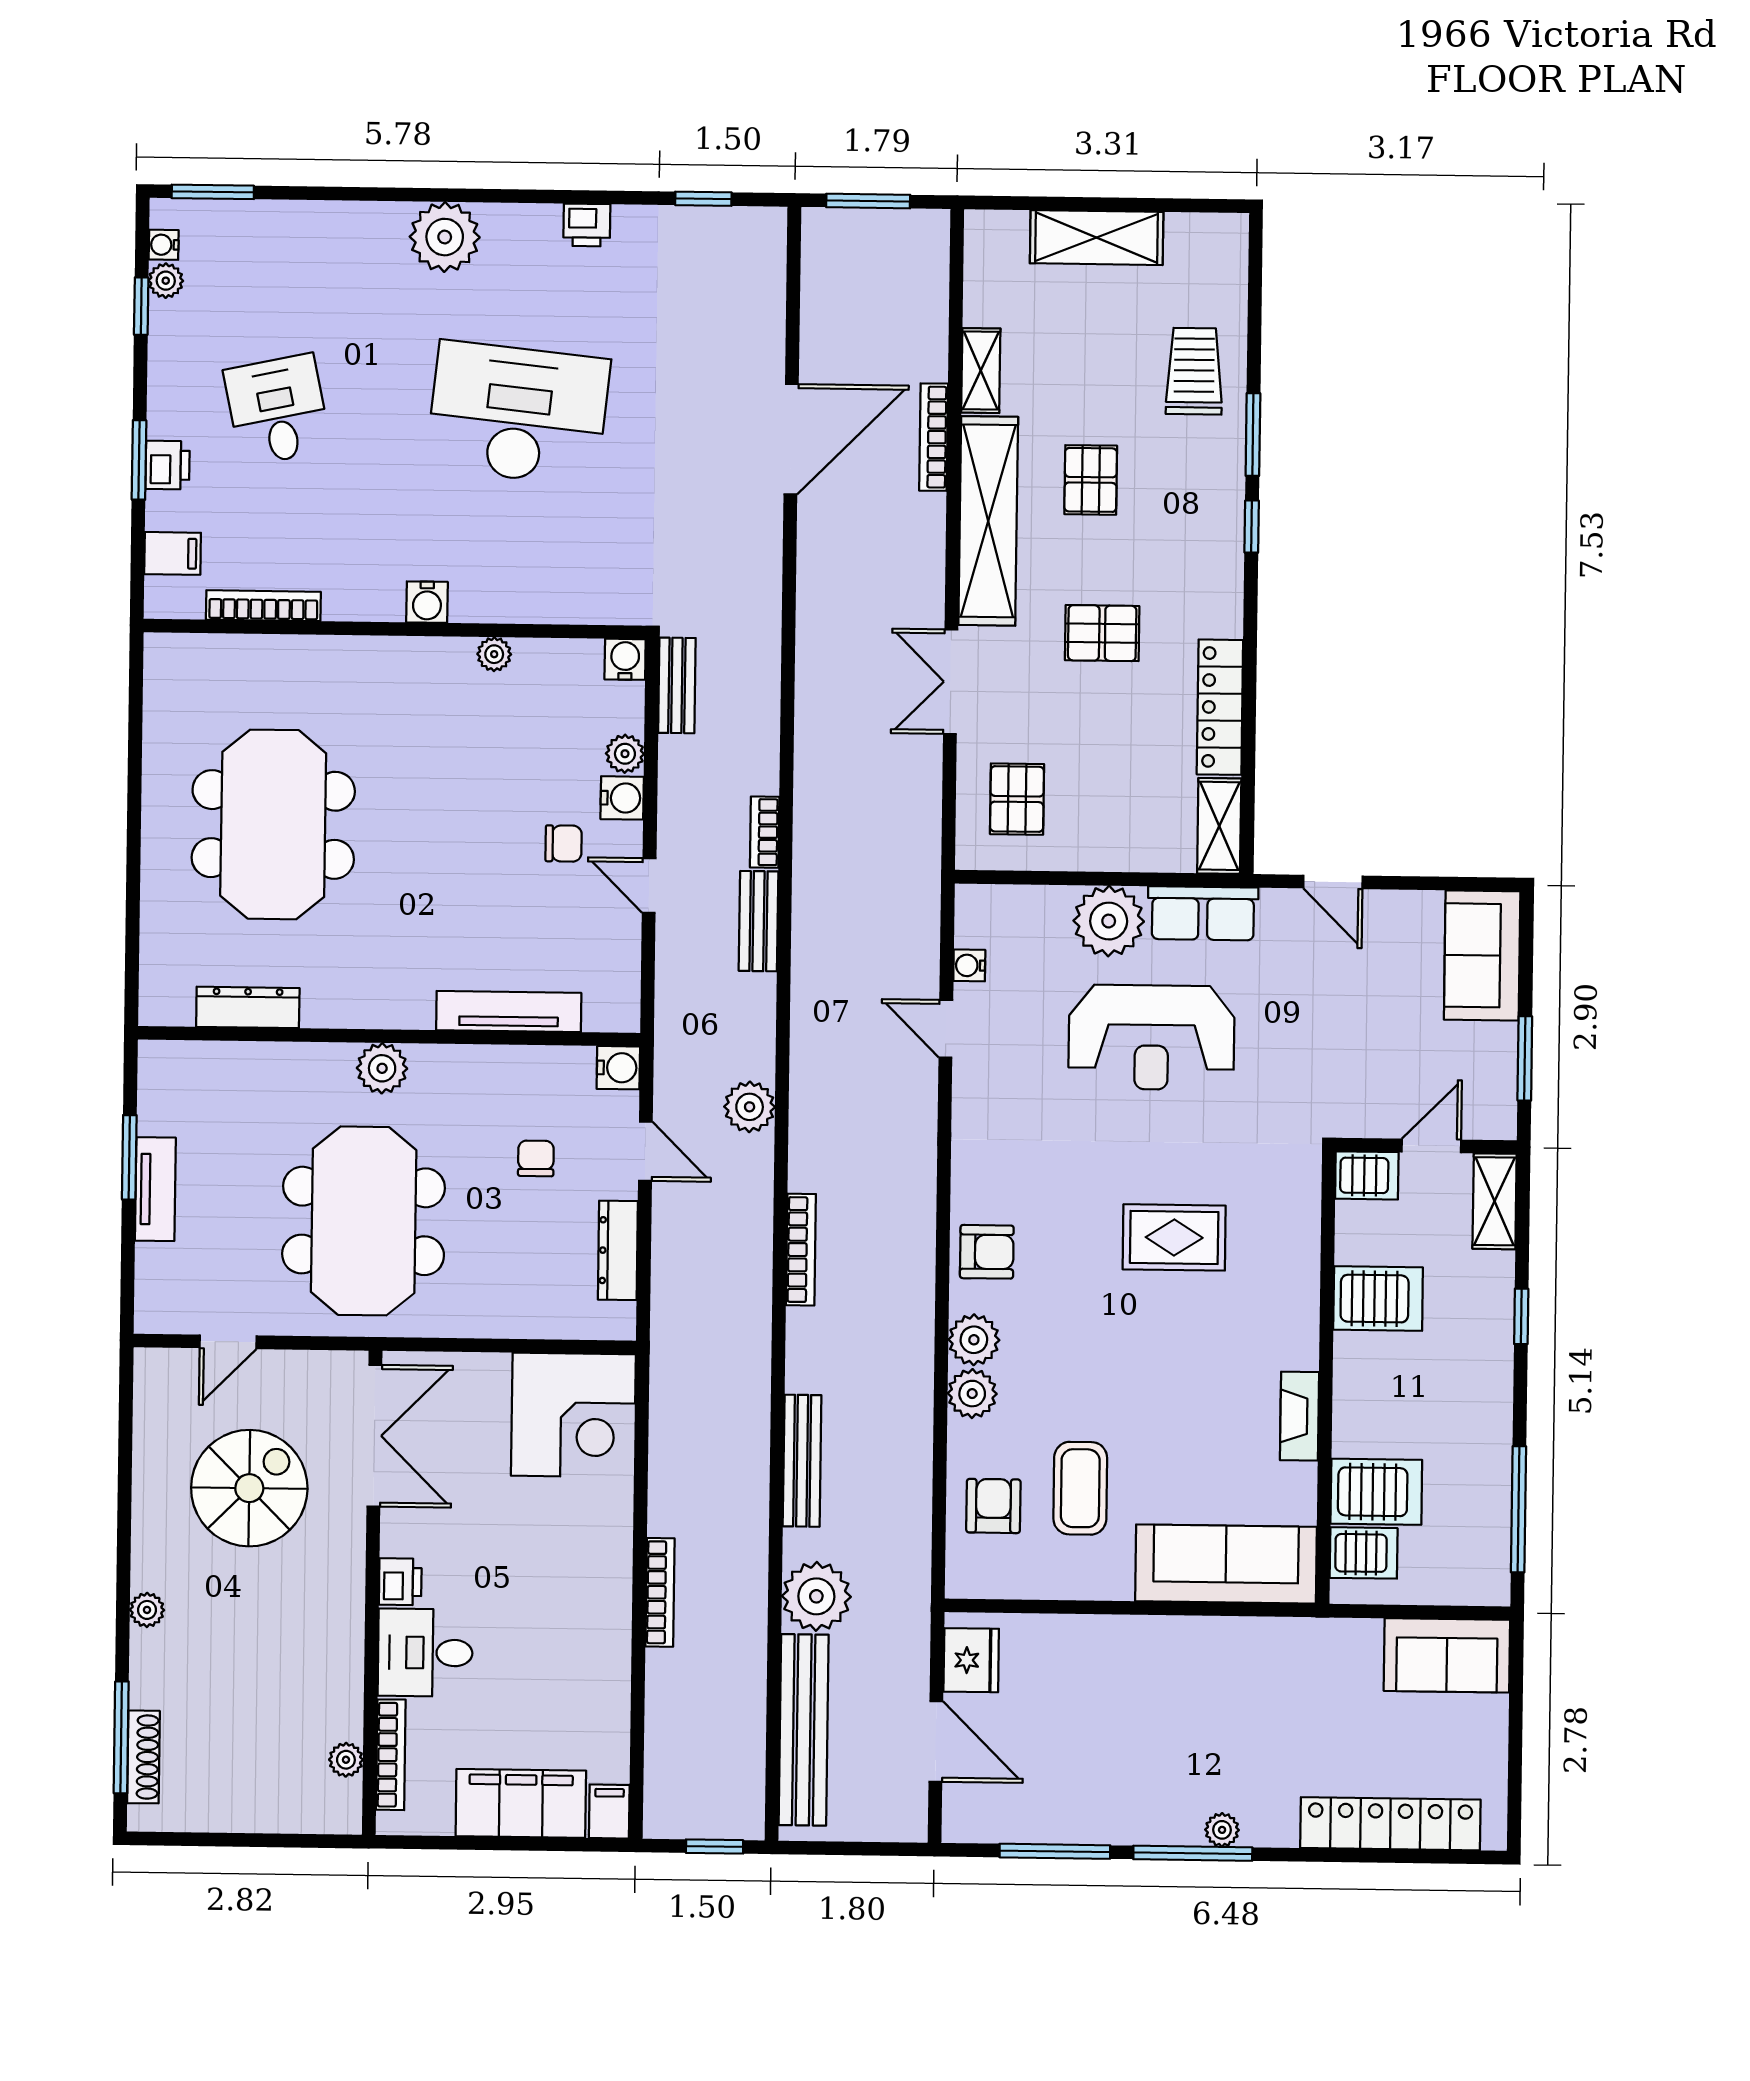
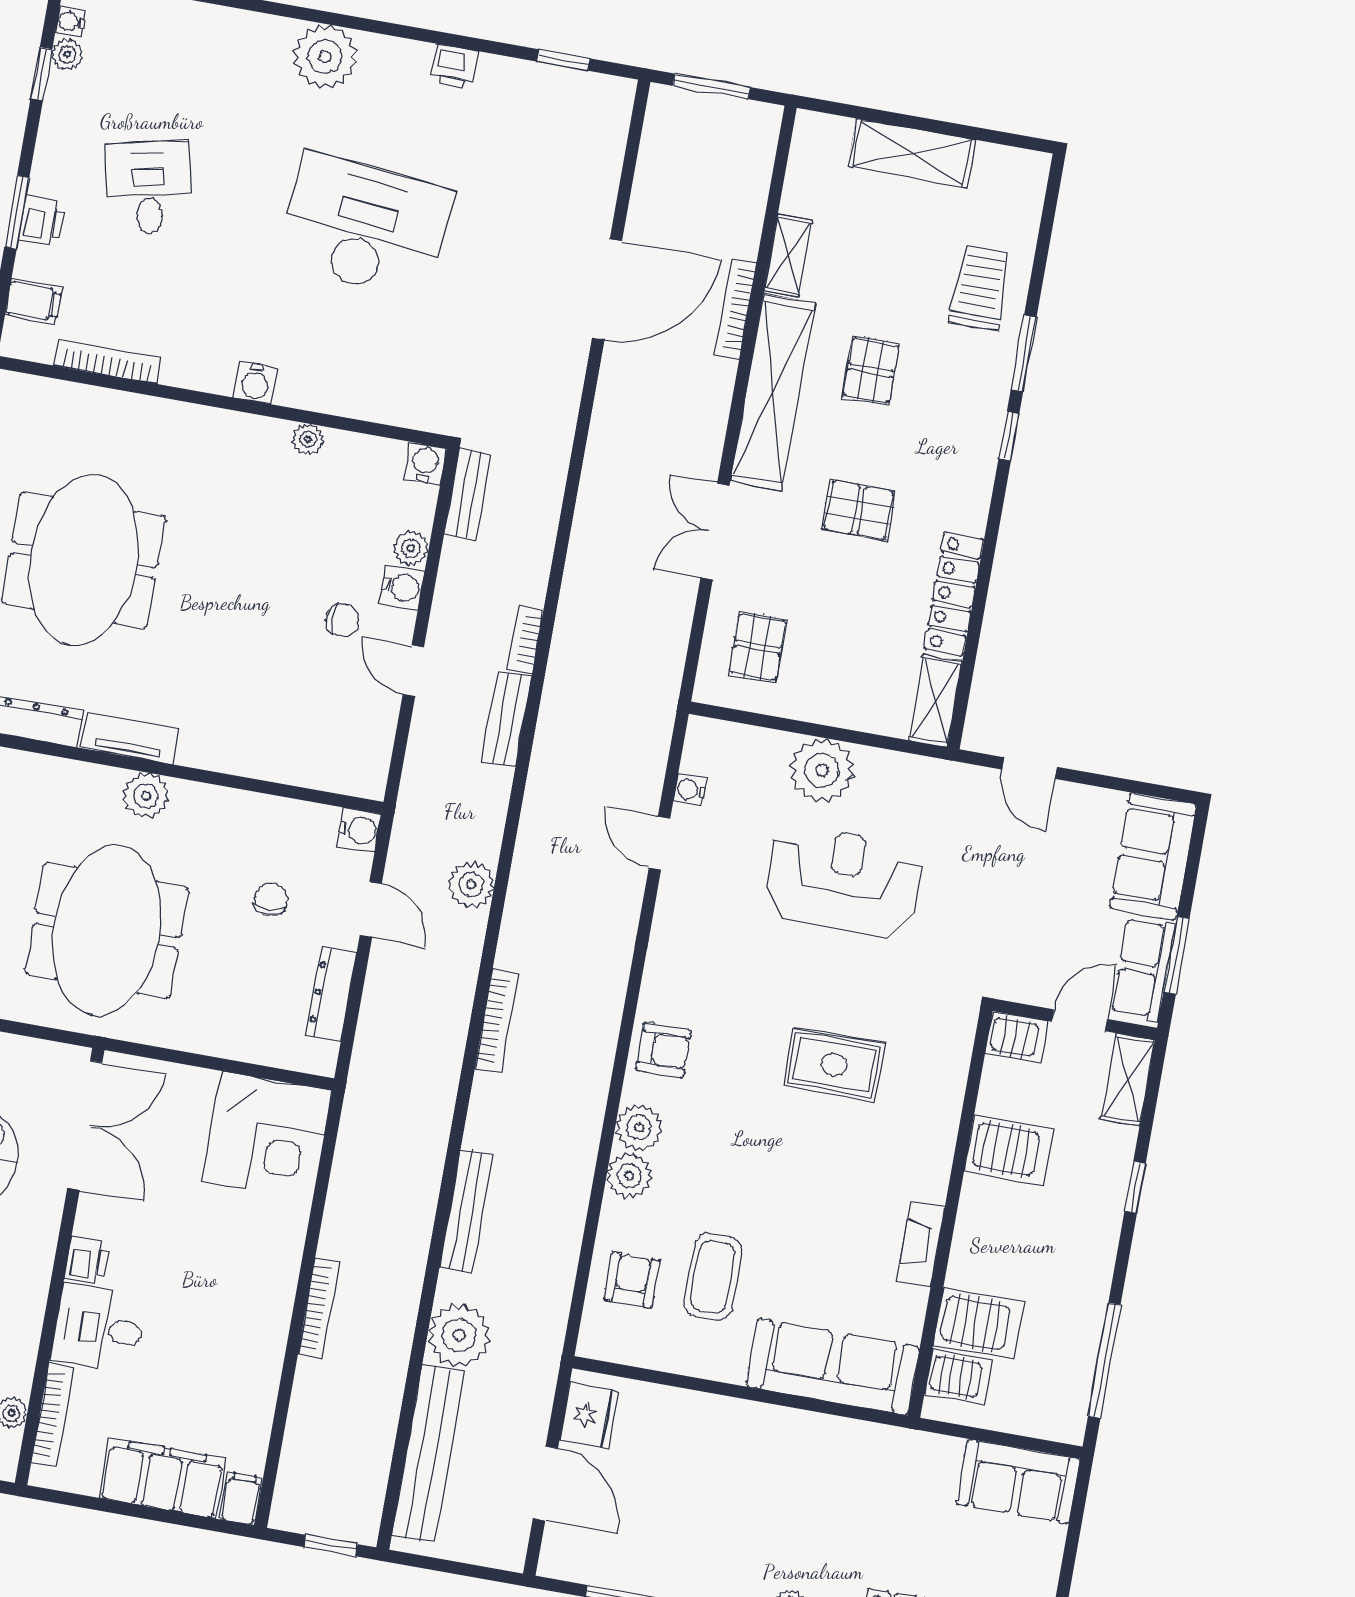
row of seats: (1203, 913) -> (1143, 969), moved, turned 90
tv unit: (509, 1012) -> (130, 739), moved, width x0.71
reception desk: (1151, 1037) -> (843, 881), turned 180

